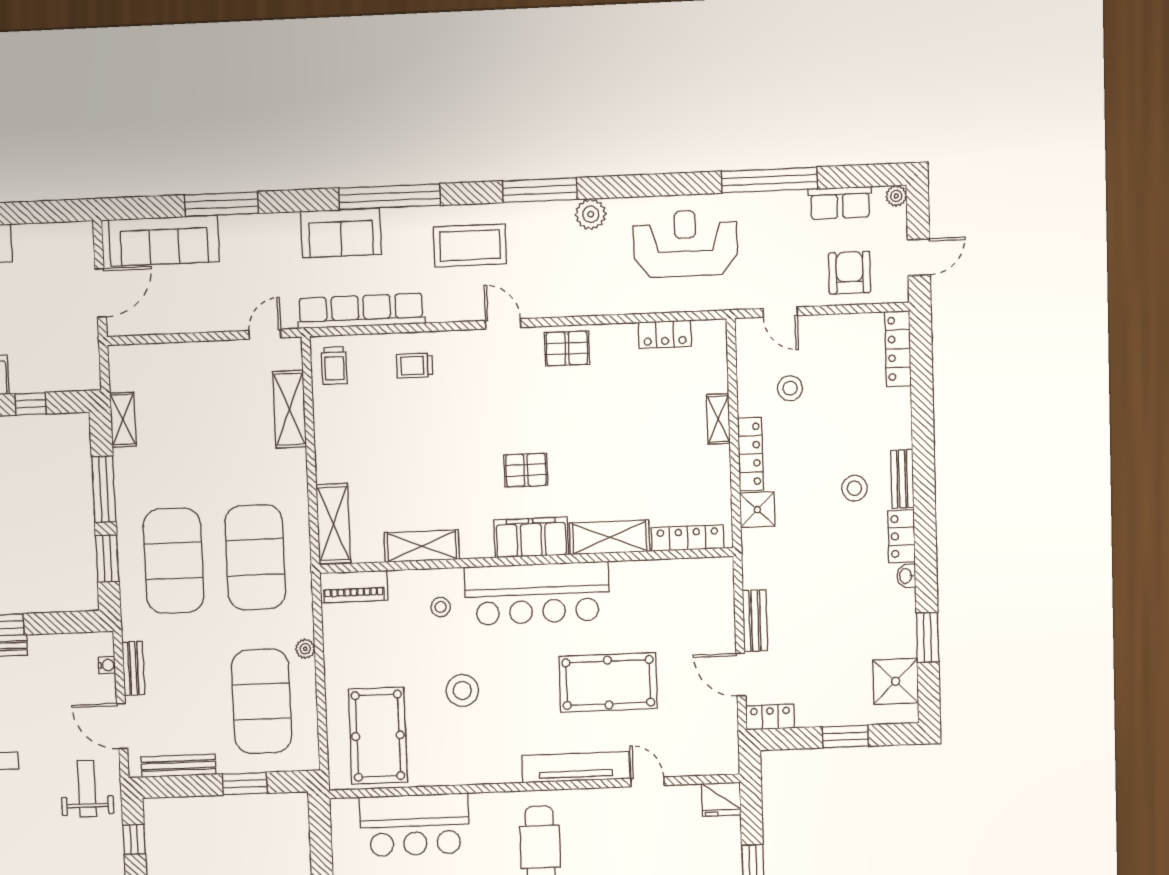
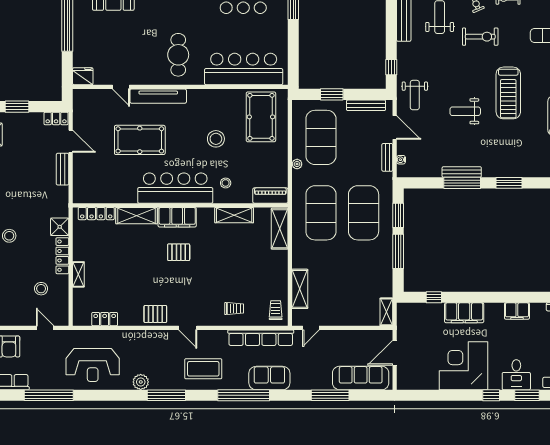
shelving: (123, 420) -> (386, 312), moved
bar counter: (415, 825) -> (244, 69), width x1.36

